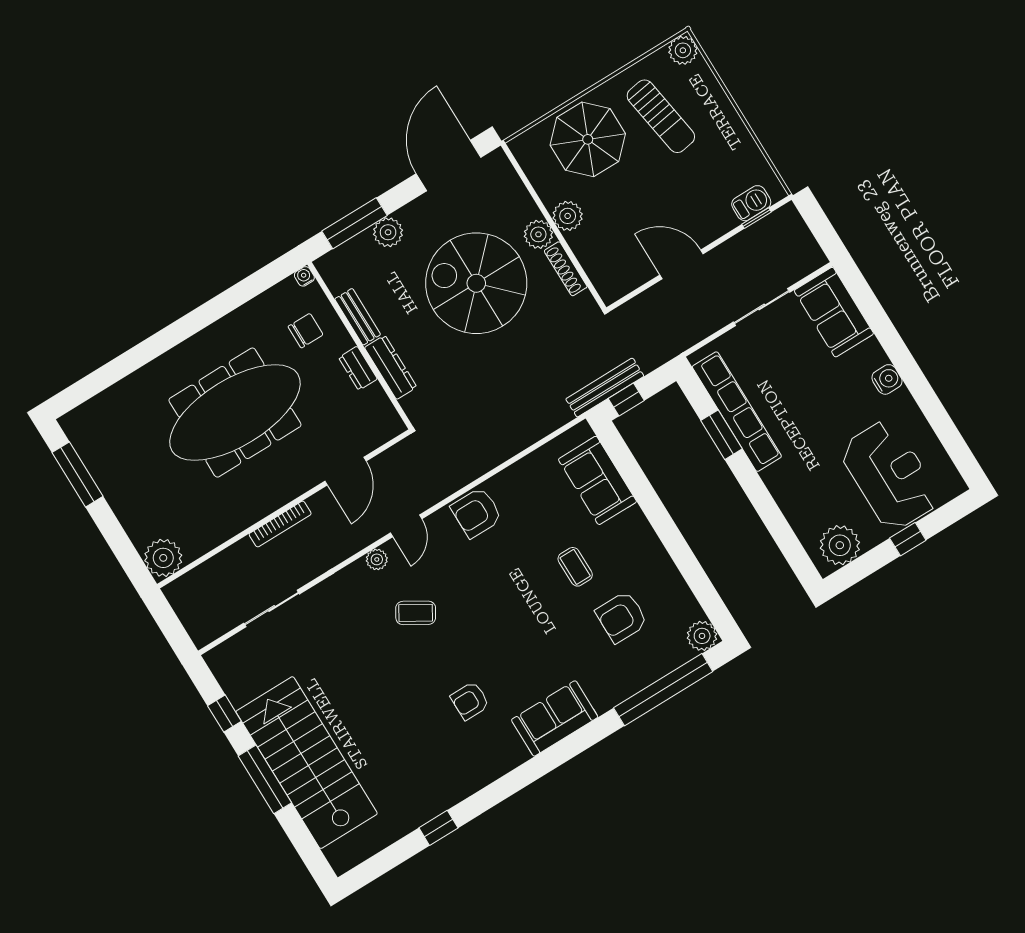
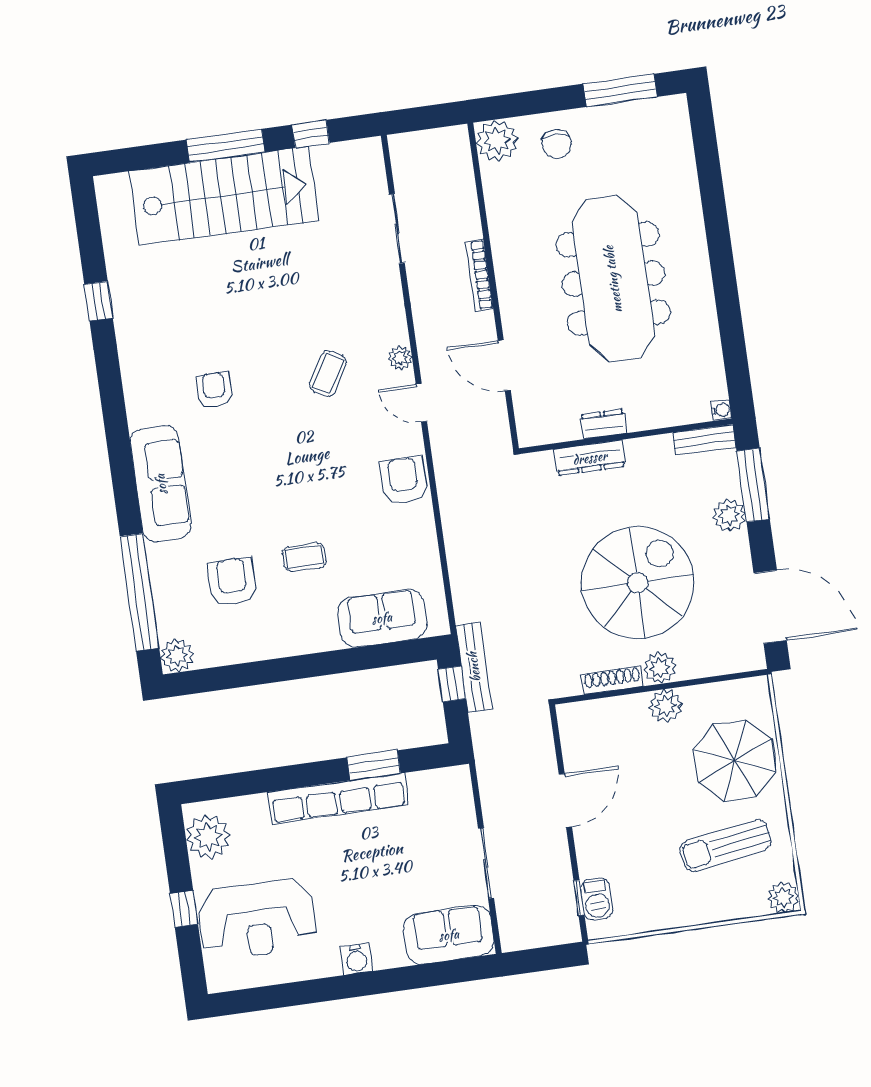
bench: (358, 317) -> (704, 440), moved
chair: (306, 331) -> (557, 144), moved
row of seats: (737, 412) -> (338, 799), moved
sofa: (555, 718) -> (161, 484), width x1.36

